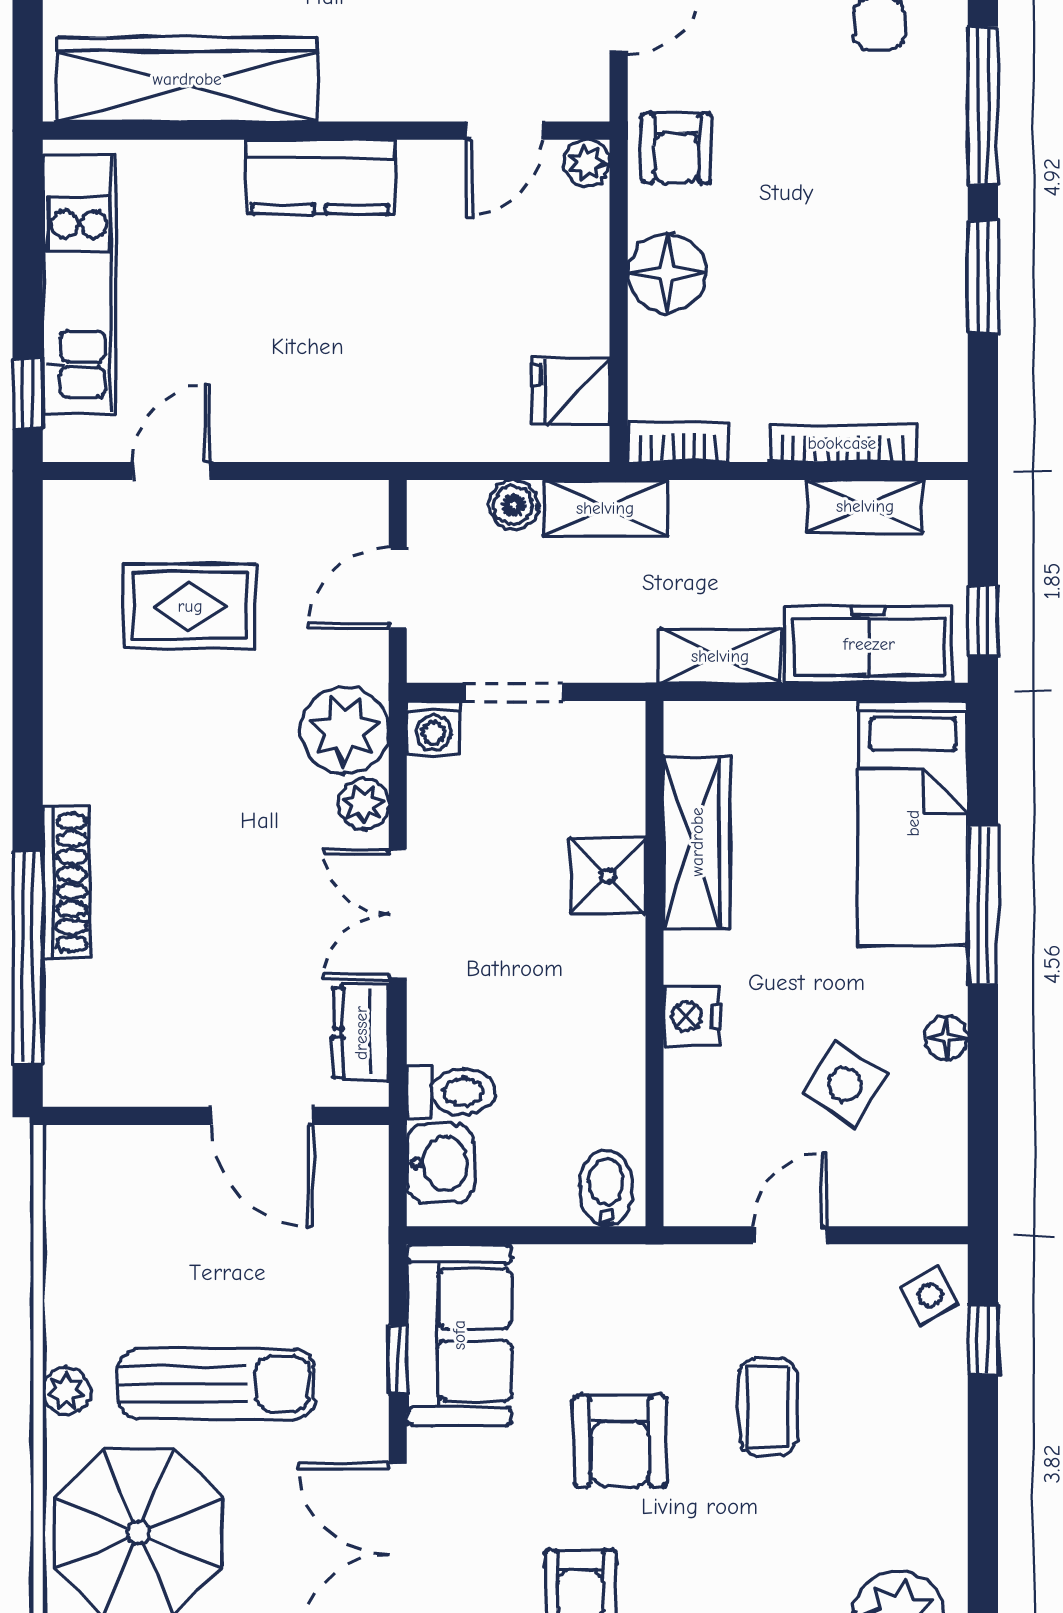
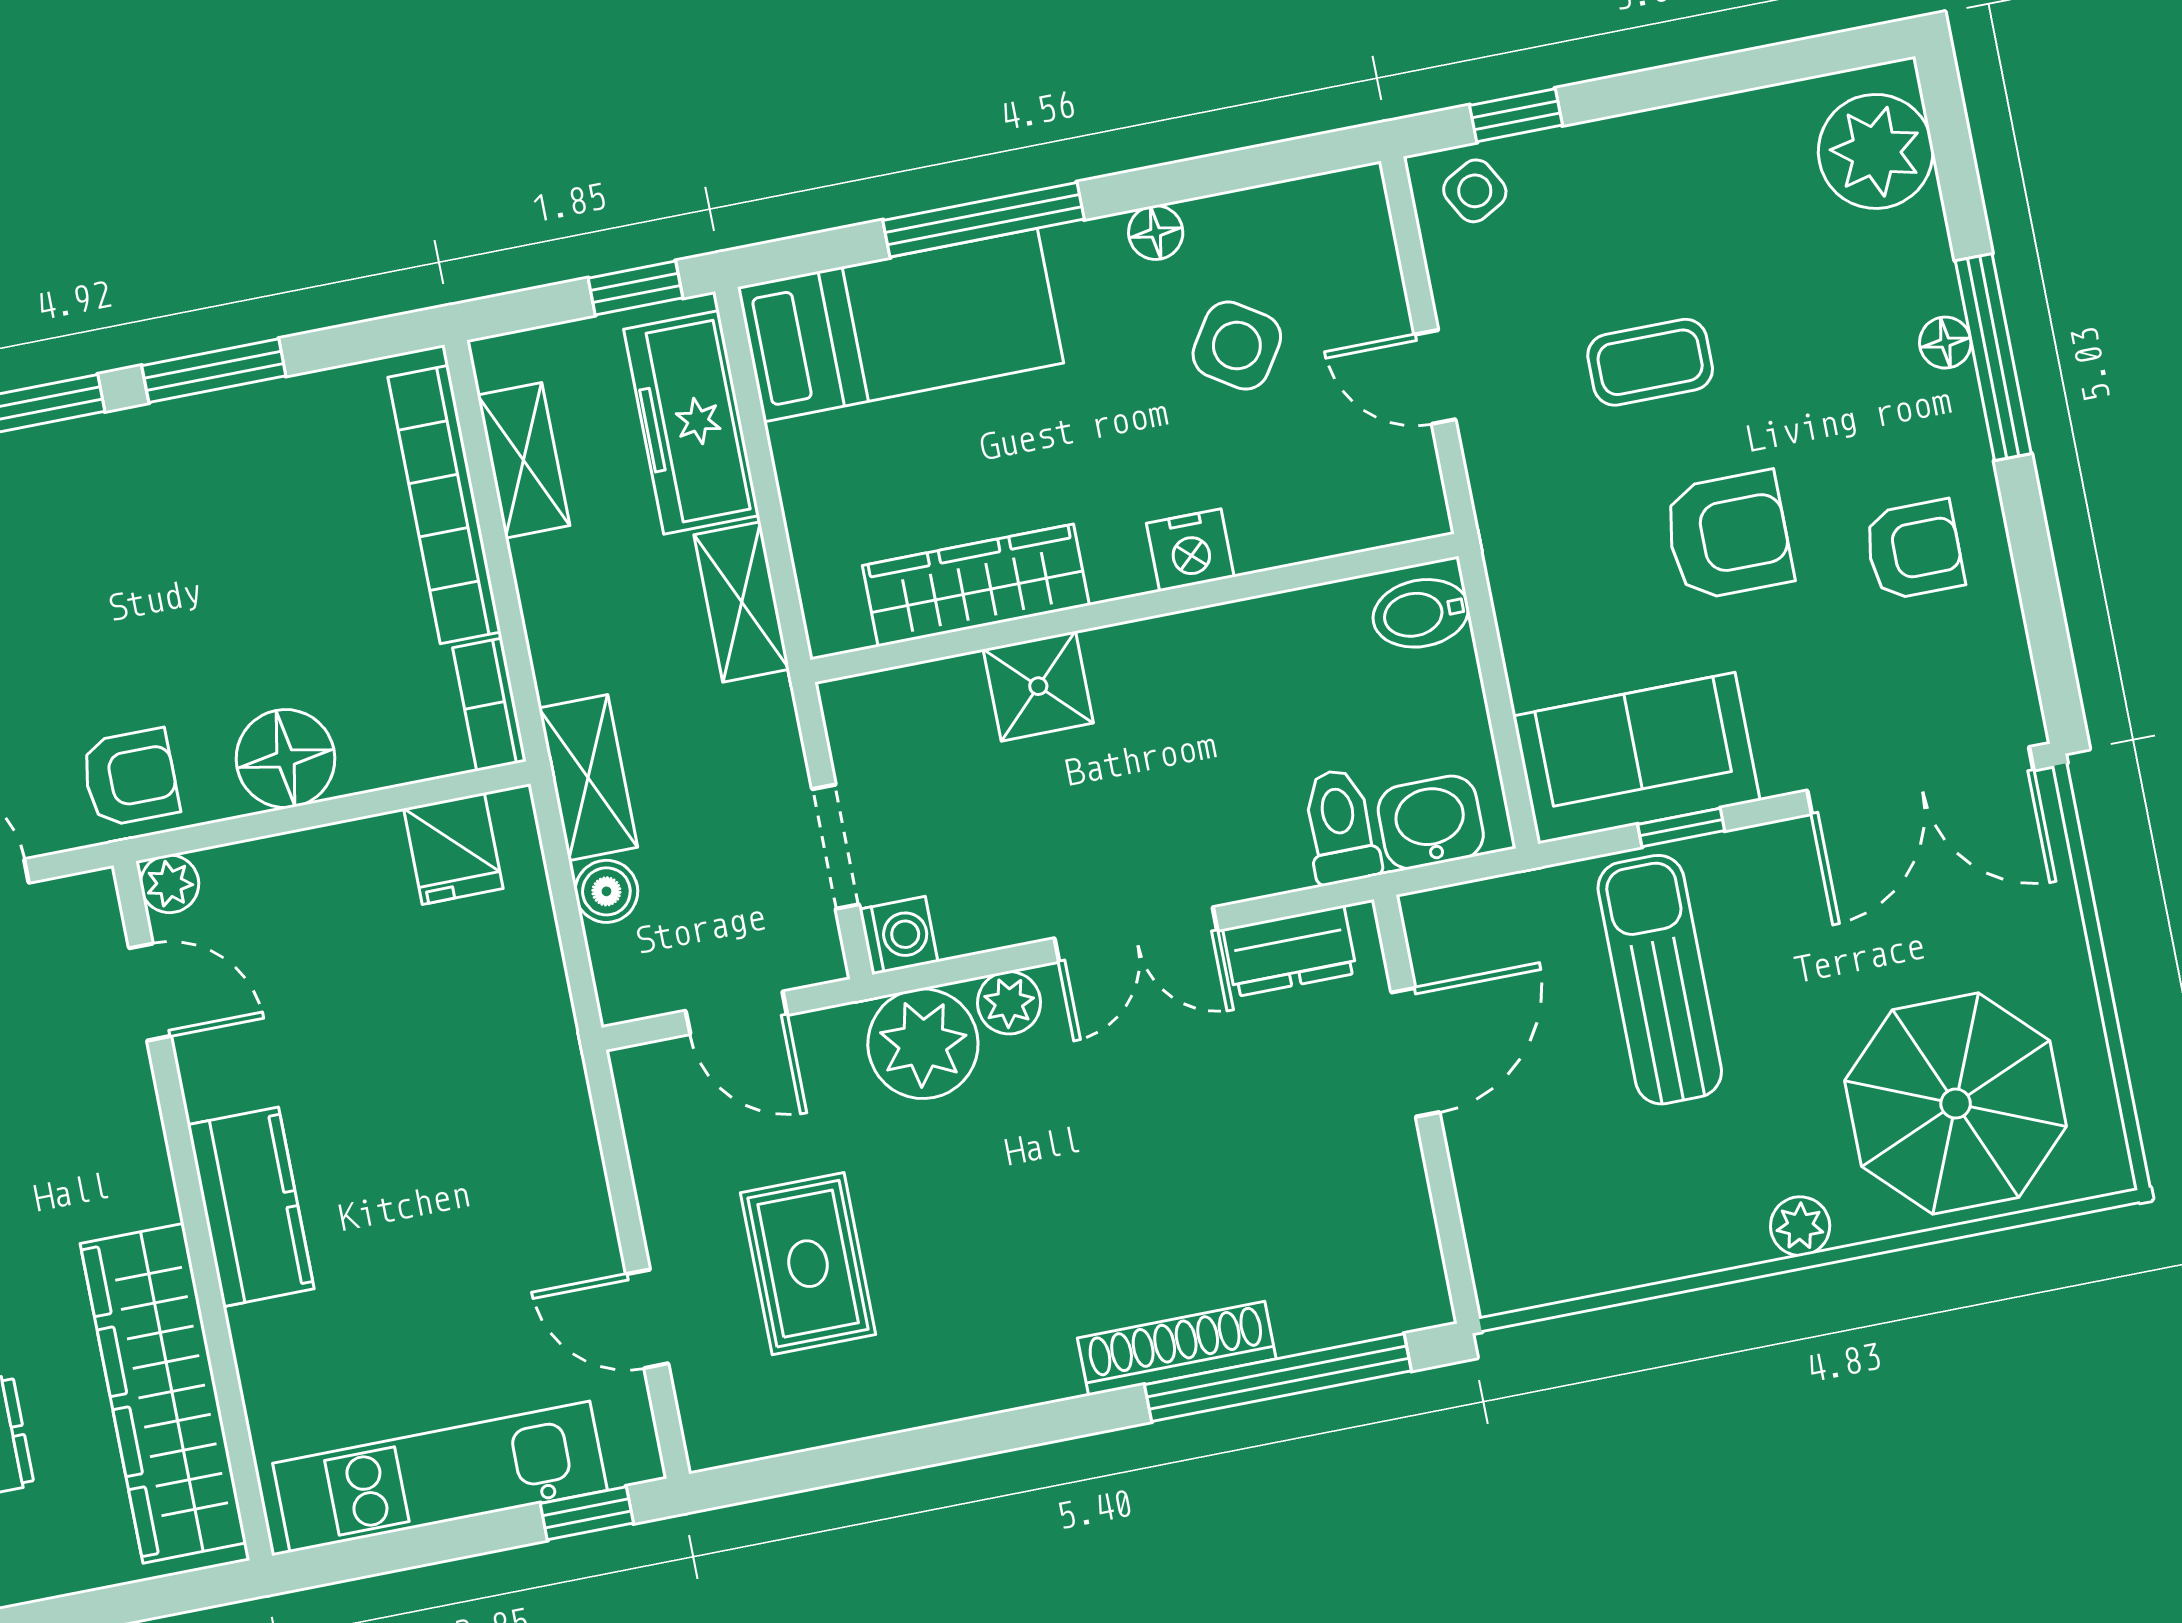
bookcase: (842, 443) -> (444, 505), width x1.48, depth x1.31
sun lounger: (217, 1384) -> (1660, 980), moved

